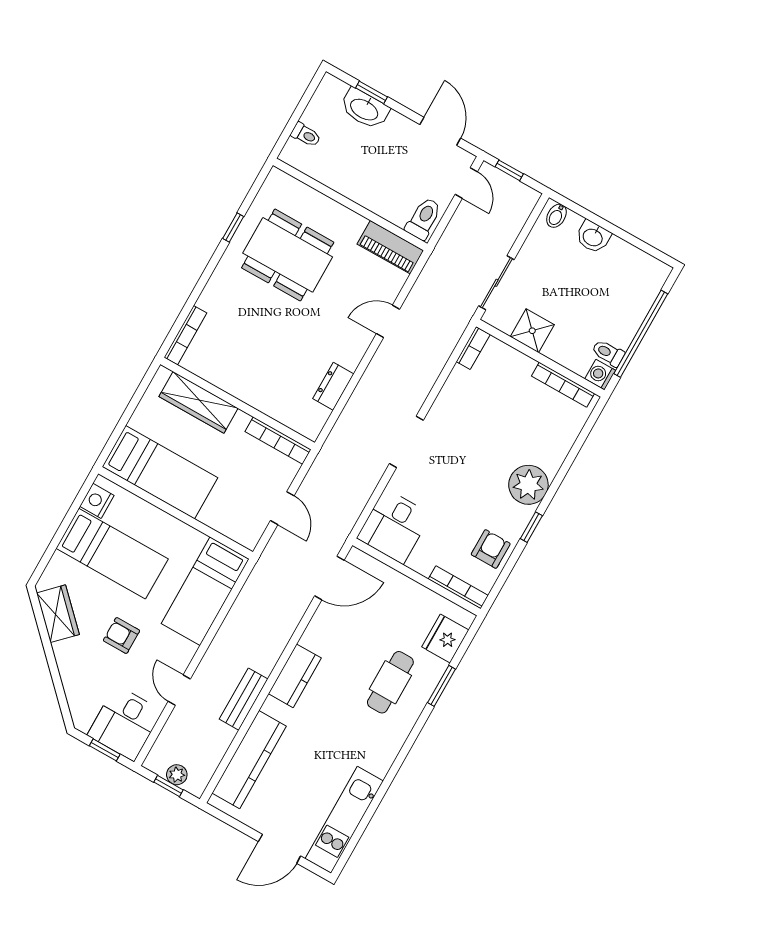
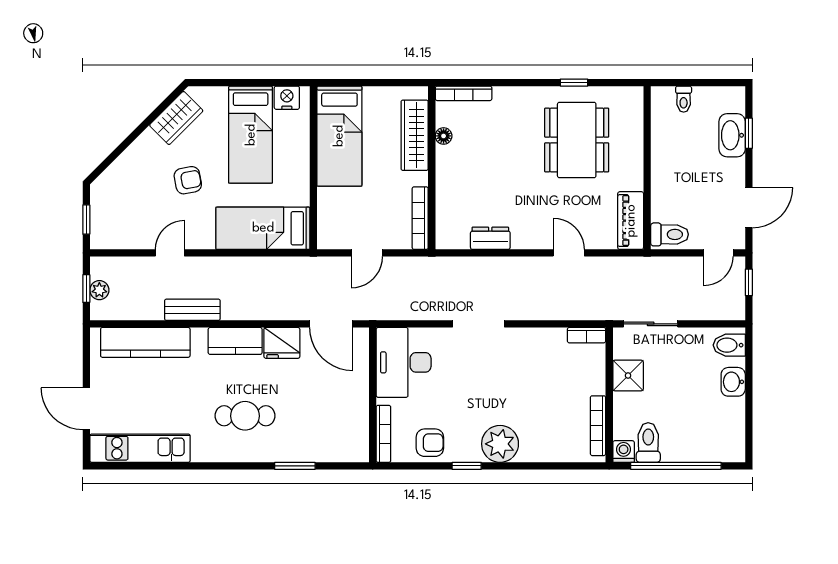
bidet: (556, 216) -> (729, 345), width x1.38, depth x1.36
toilet: (608, 353) -> (648, 443), width x1.37, depth x1.39
floor lamp: (214, 376) -> (444, 136), added
desk: (394, 526) -> (404, 362), width x1.37
armchair: (121, 636) -> (188, 180), turned 79
fridge: (445, 638) -> (282, 343), moved, turned 180
cafe table: (390, 682) -> (245, 416), moved
desk: (125, 723) -> (118, 224), removed

